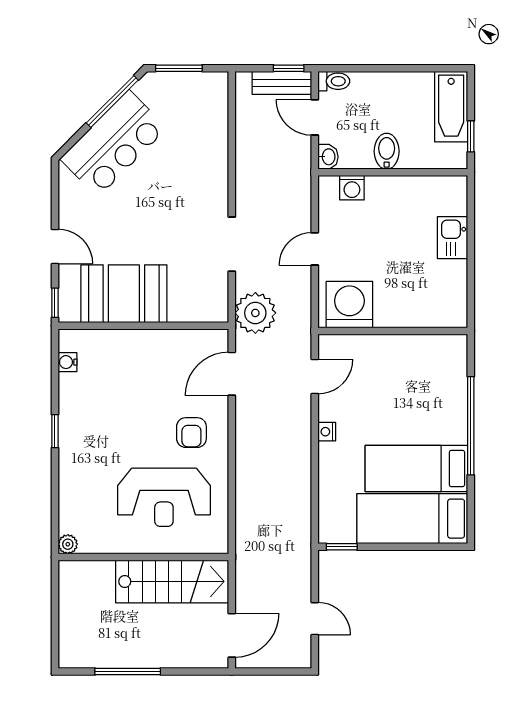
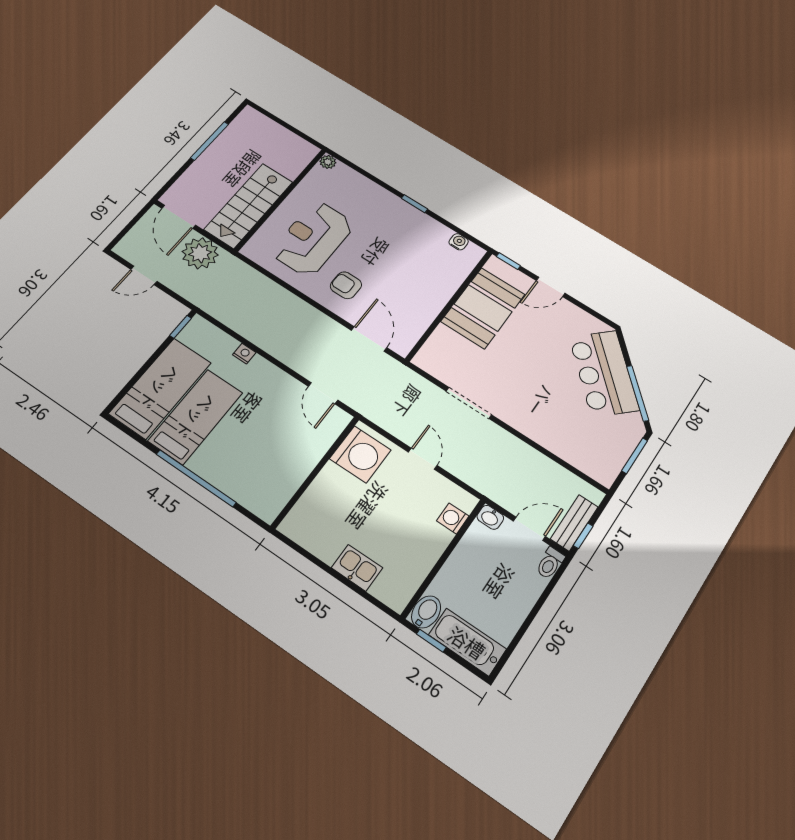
bidet: (387, 151) -> (426, 612), moved, turned -90
plant: (255, 313) -> (200, 253), moved
nightstand: (327, 432) -> (244, 354), moved

